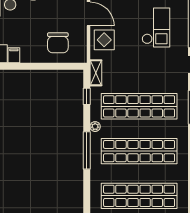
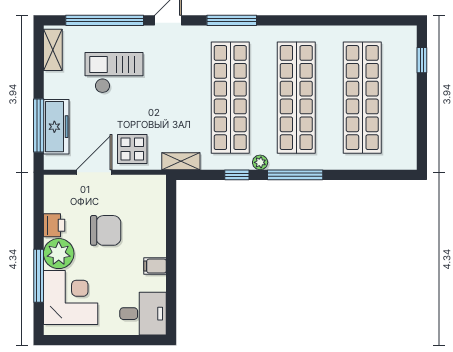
chair: (58, 43) -> (106, 230), moved
filing cabinet: (14, 55) -> (155, 266), moved
window: (87, 96) -> (237, 175), moved

